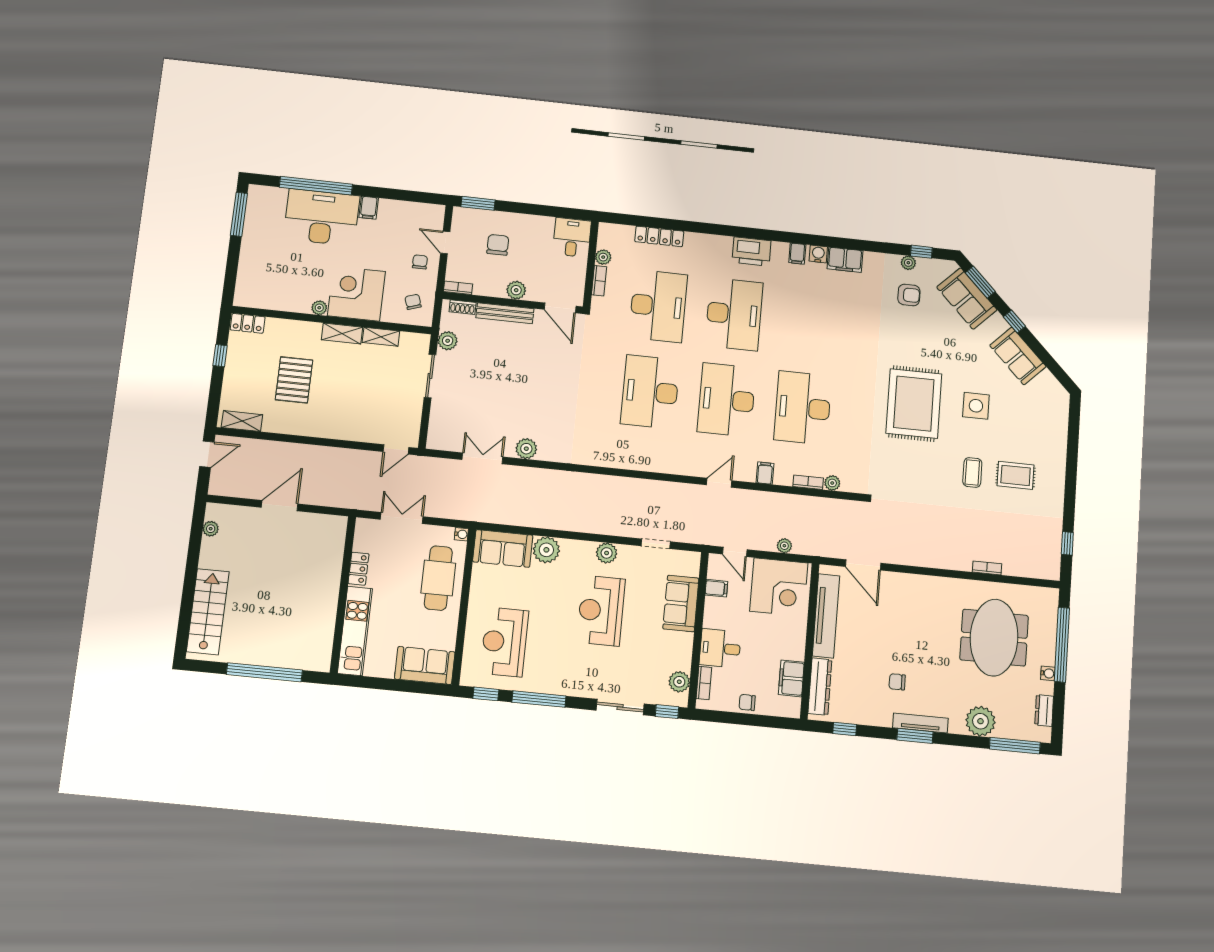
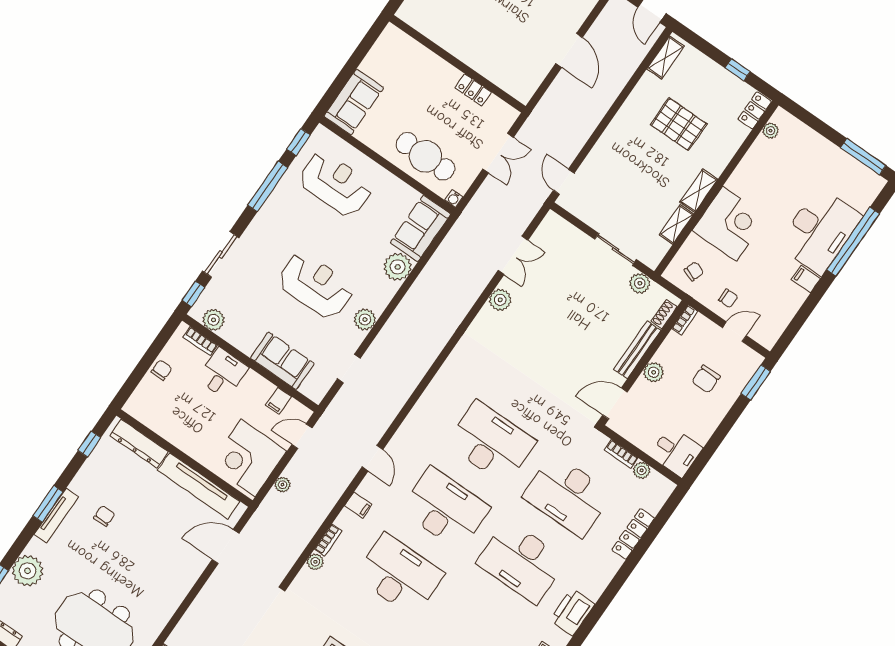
chair: (498, 245) -> (706, 379), turned 90
chair: (413, 302) -> (694, 271), turned -53
plant: (319, 308) -> (771, 131), moved
kitchen unit: (355, 631) -> (419, 57), removed
filing cabinet: (791, 678) -> (161, 422), removed

